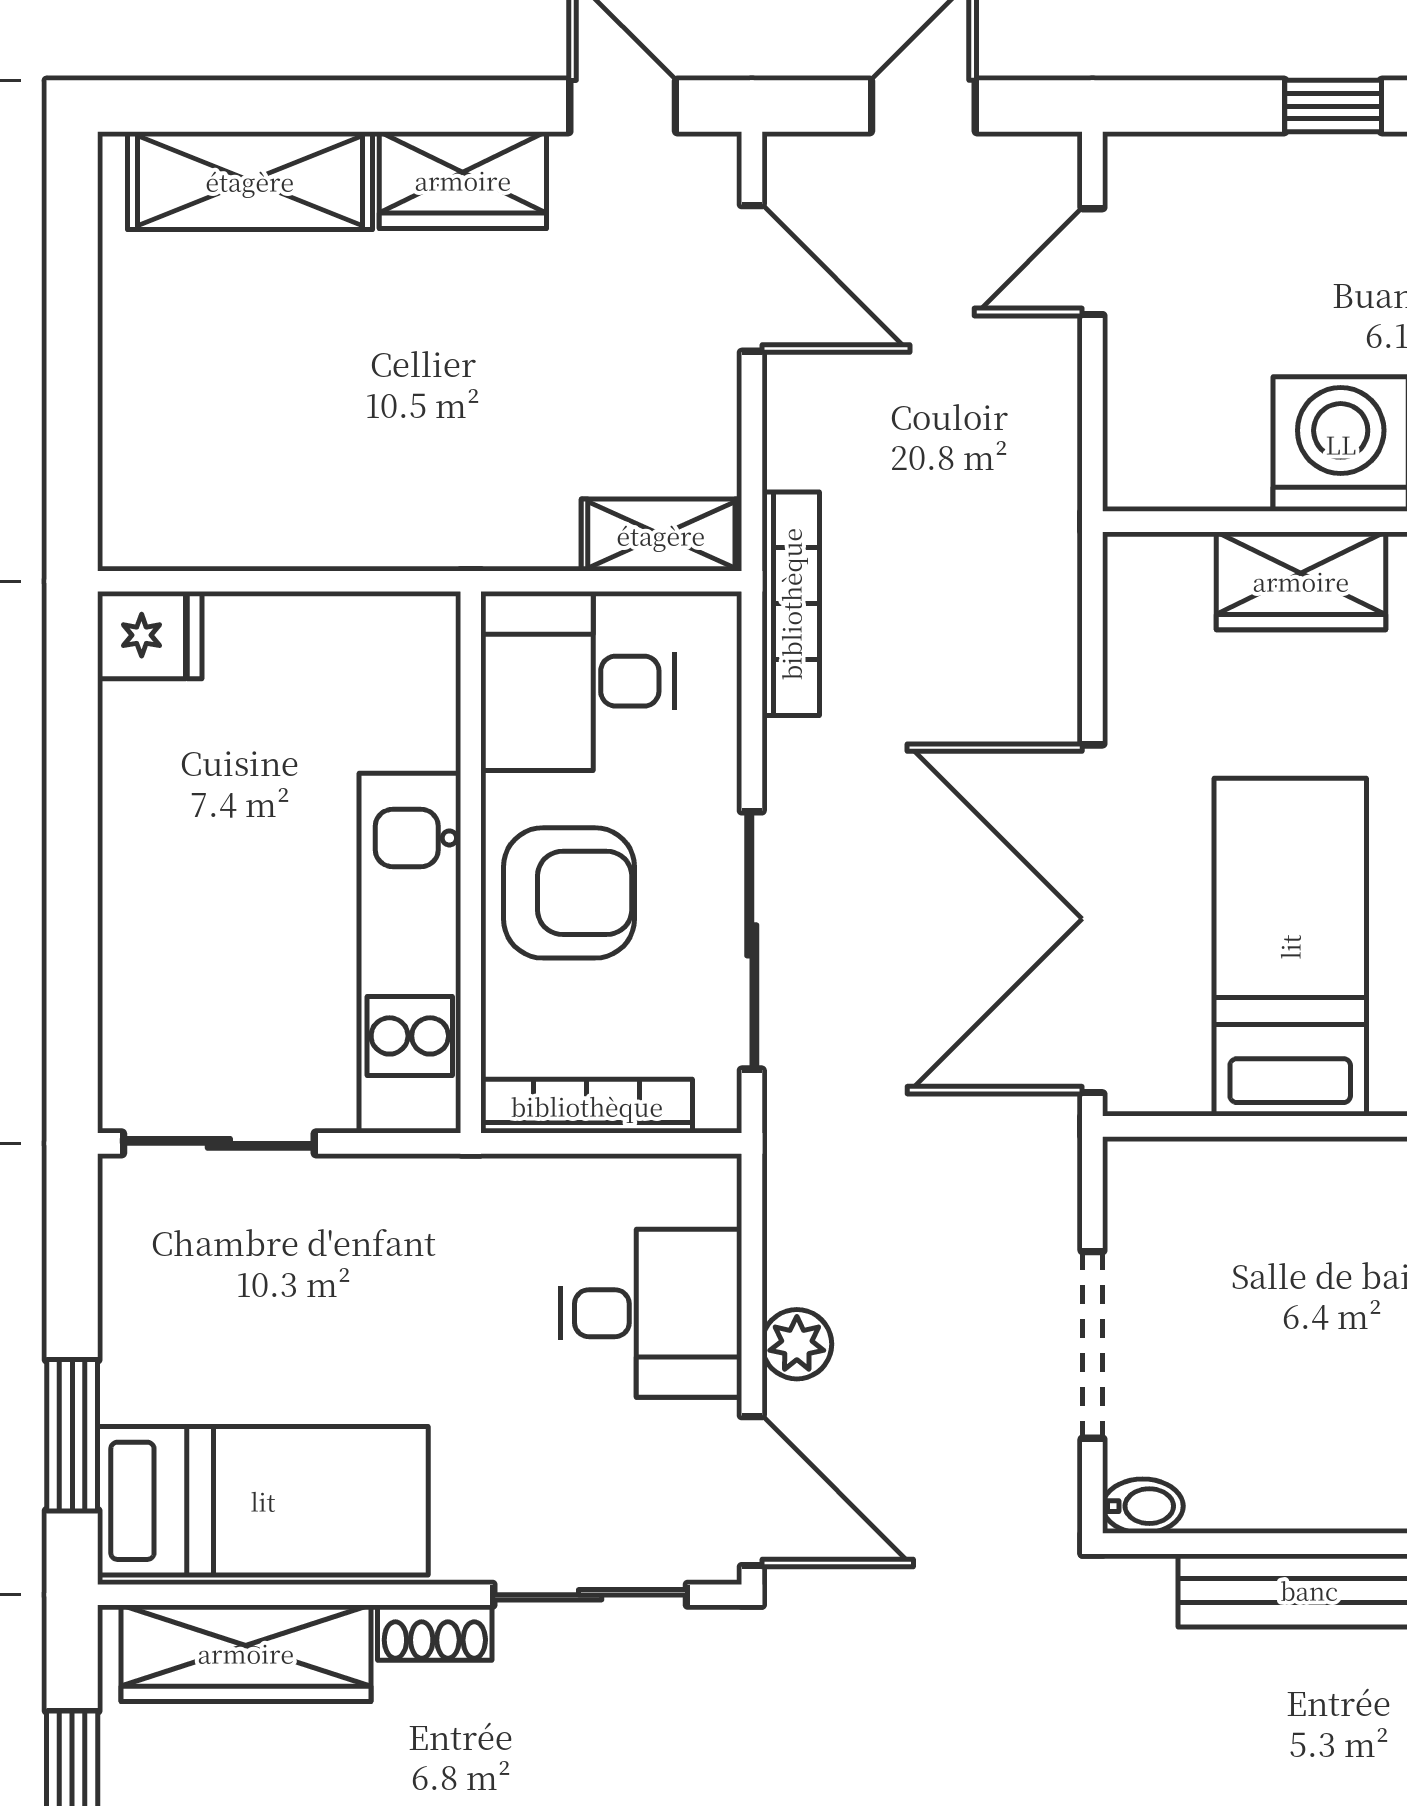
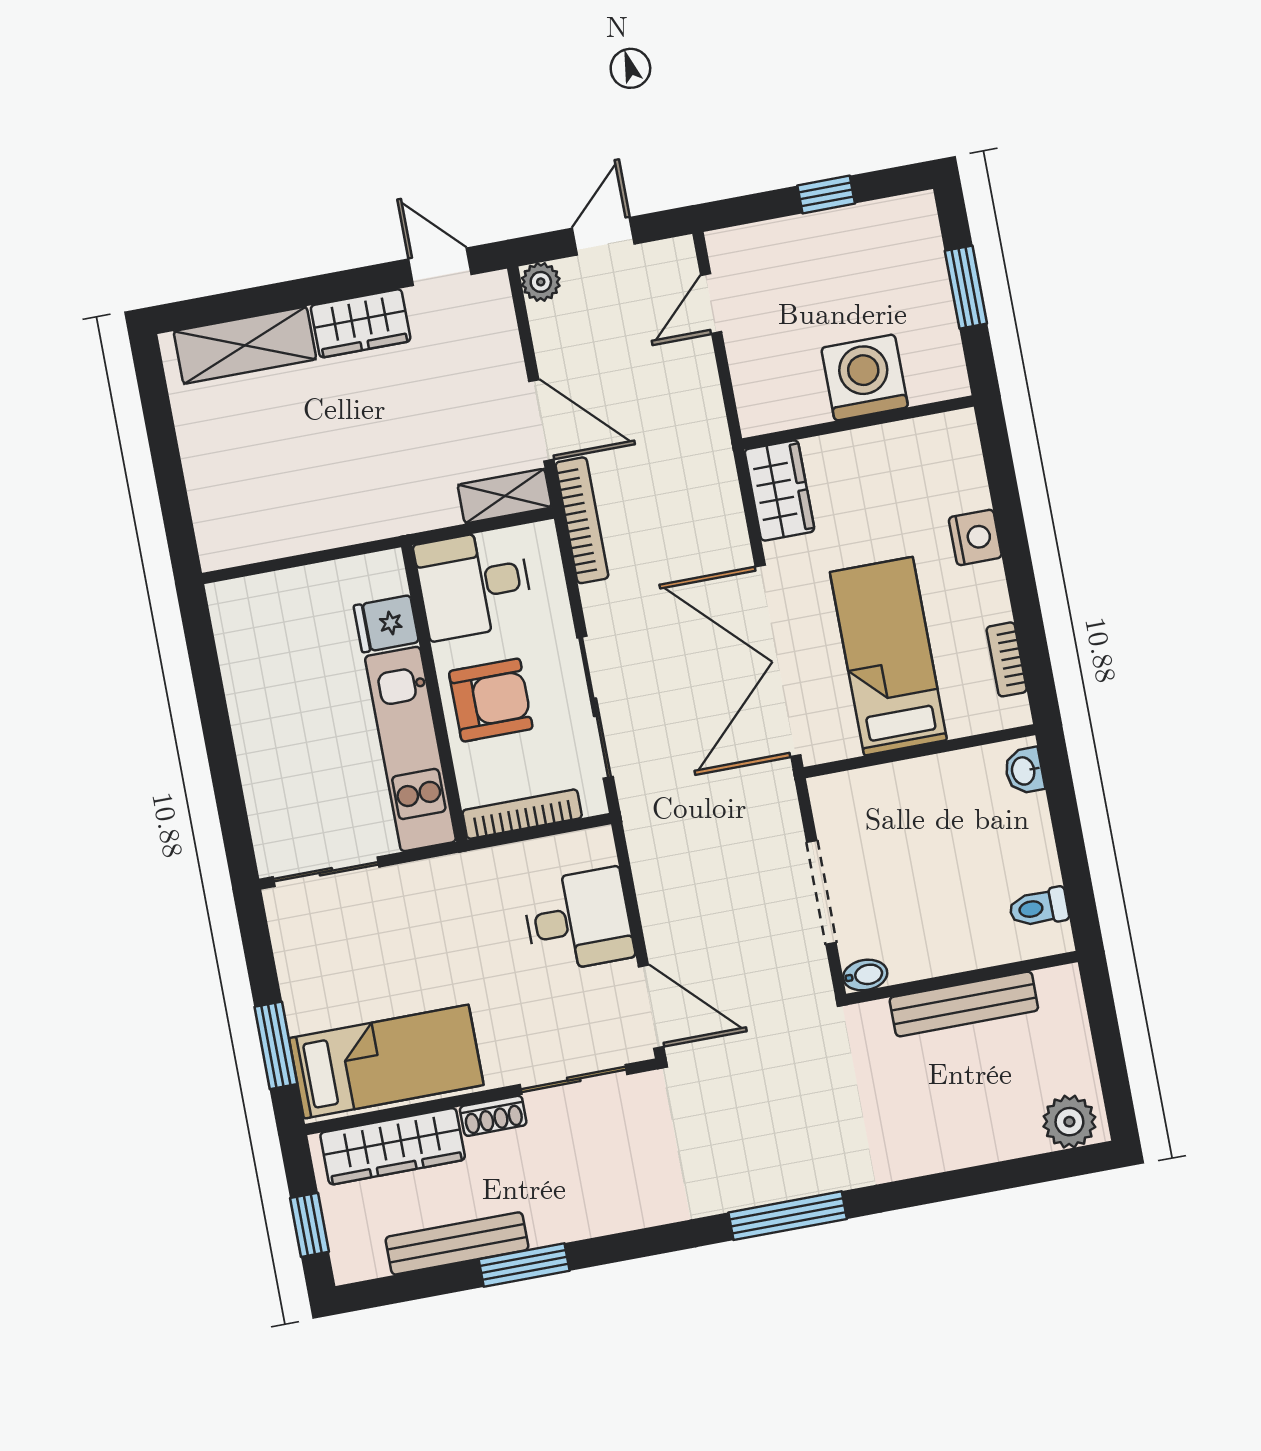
door: (752, 278) -> (541, 420), moved
wardrobe: (1301, 581) -> (779, 490), moved, turned -90
fridge: (150, 635) -> (386, 624), moved, turned 180
plant: (797, 1344) -> (541, 282), moved

